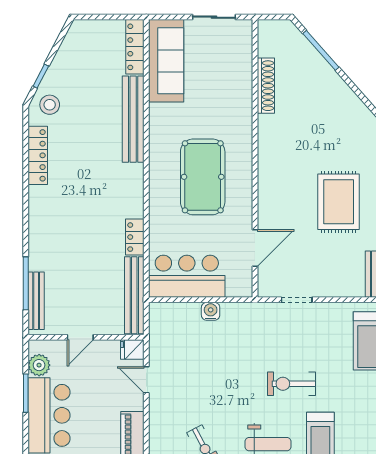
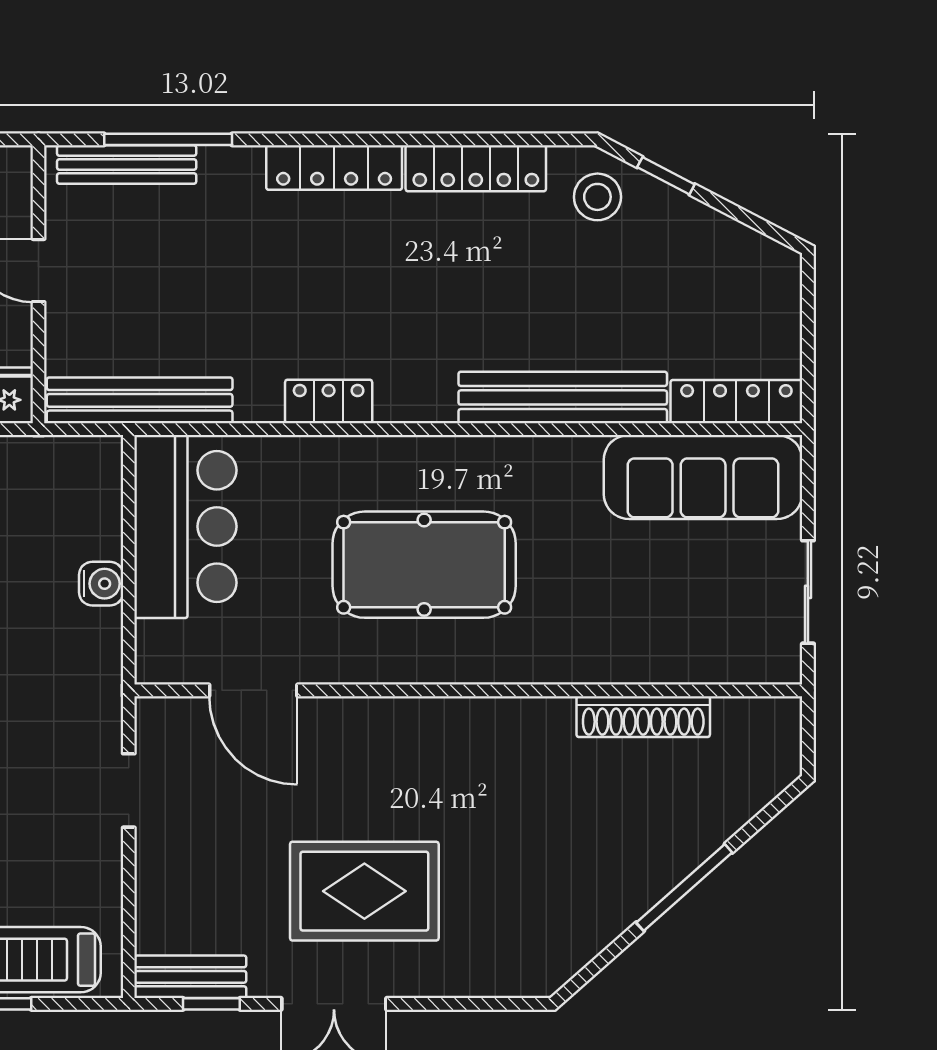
window: (321, 50) -> (684, 887), moved
locker: (37, 214) -> (334, 168), added
locker: (135, 237) -> (329, 401), moved

